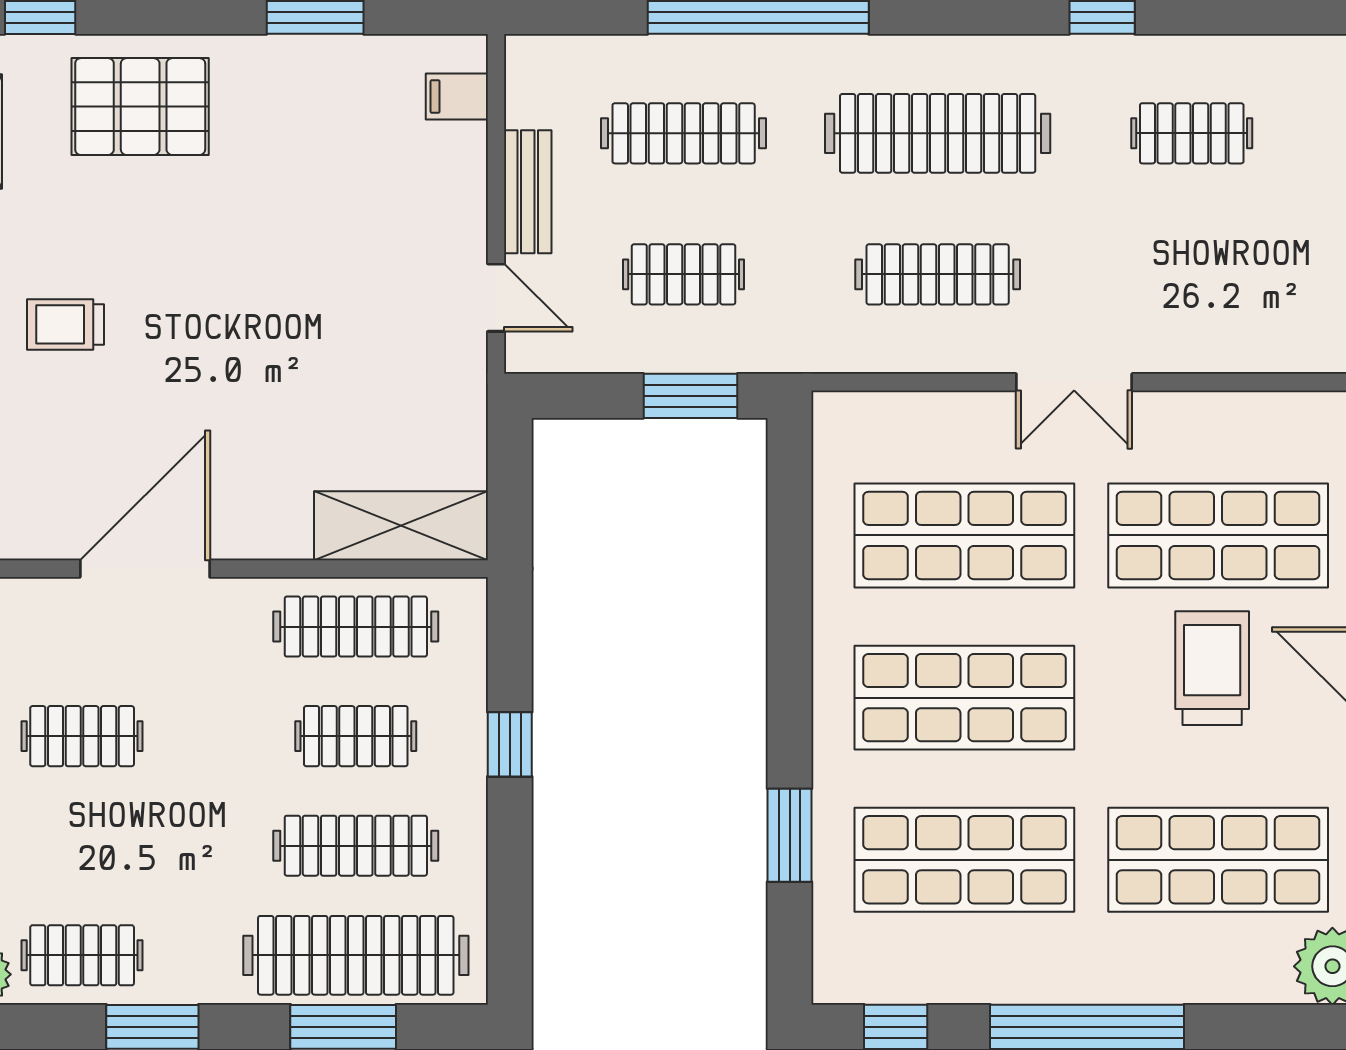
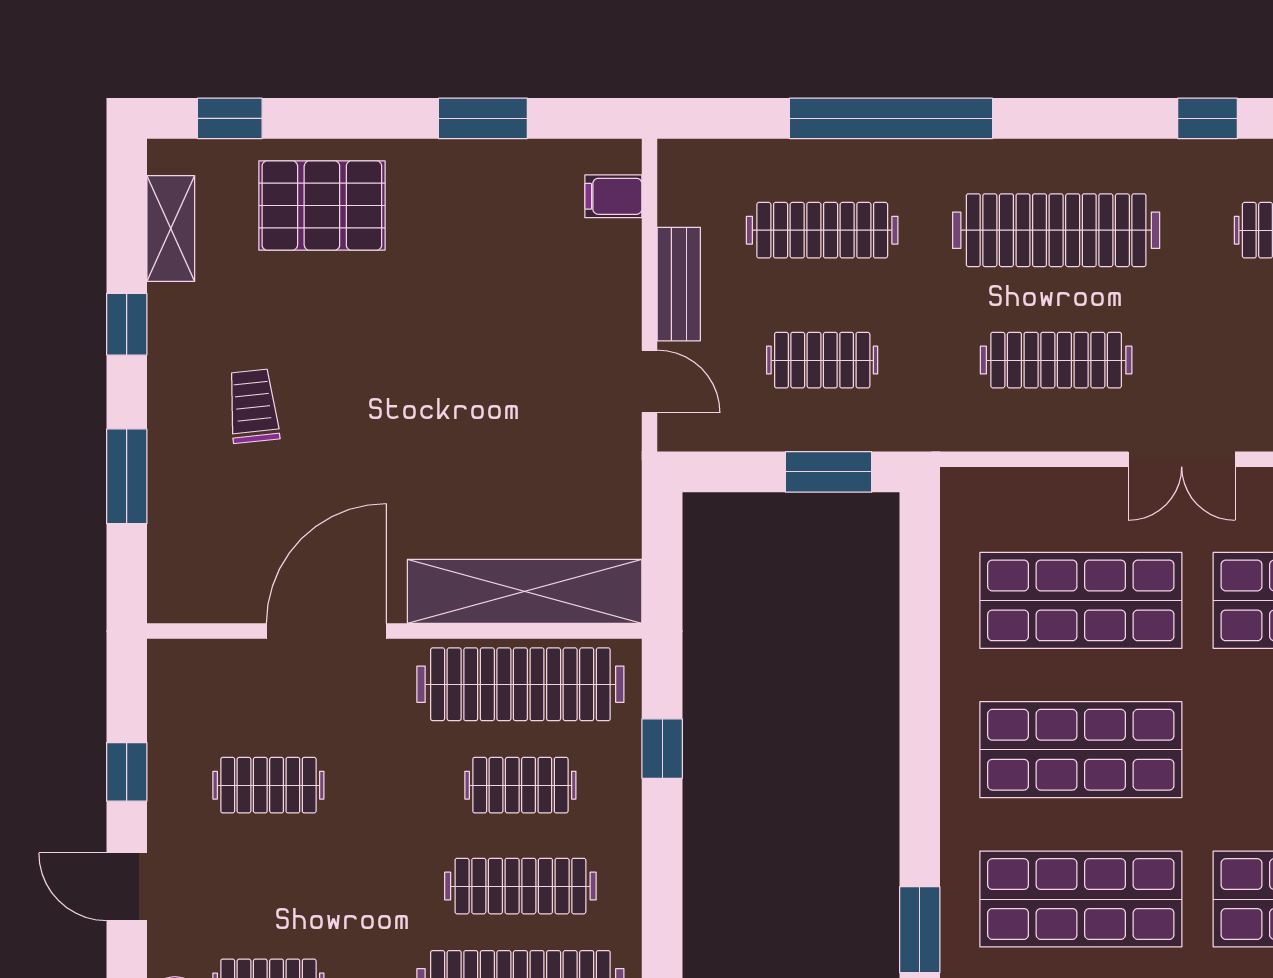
trolley: (65, 324) -> (253, 406), turned 84
shelving: (401, 526) -> (525, 591), width x1.47
clothes rail: (356, 627) -> (520, 684), width x1.37, depth x1.31
window: (510, 744) -> (662, 749), moved
window: (790, 835) -> (920, 930), moved

